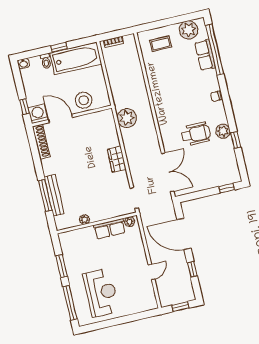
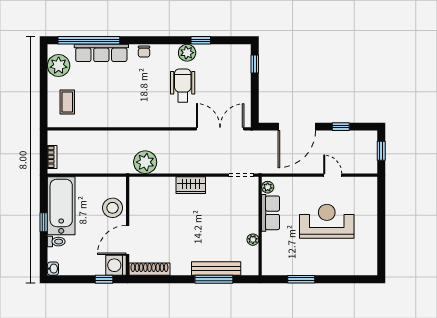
row of seats: (205, 55) -> (101, 53), width x1.48
reception desk: (101, 292) -> (327, 221), moved
window: (70, 303) -> (347, 279), removed

